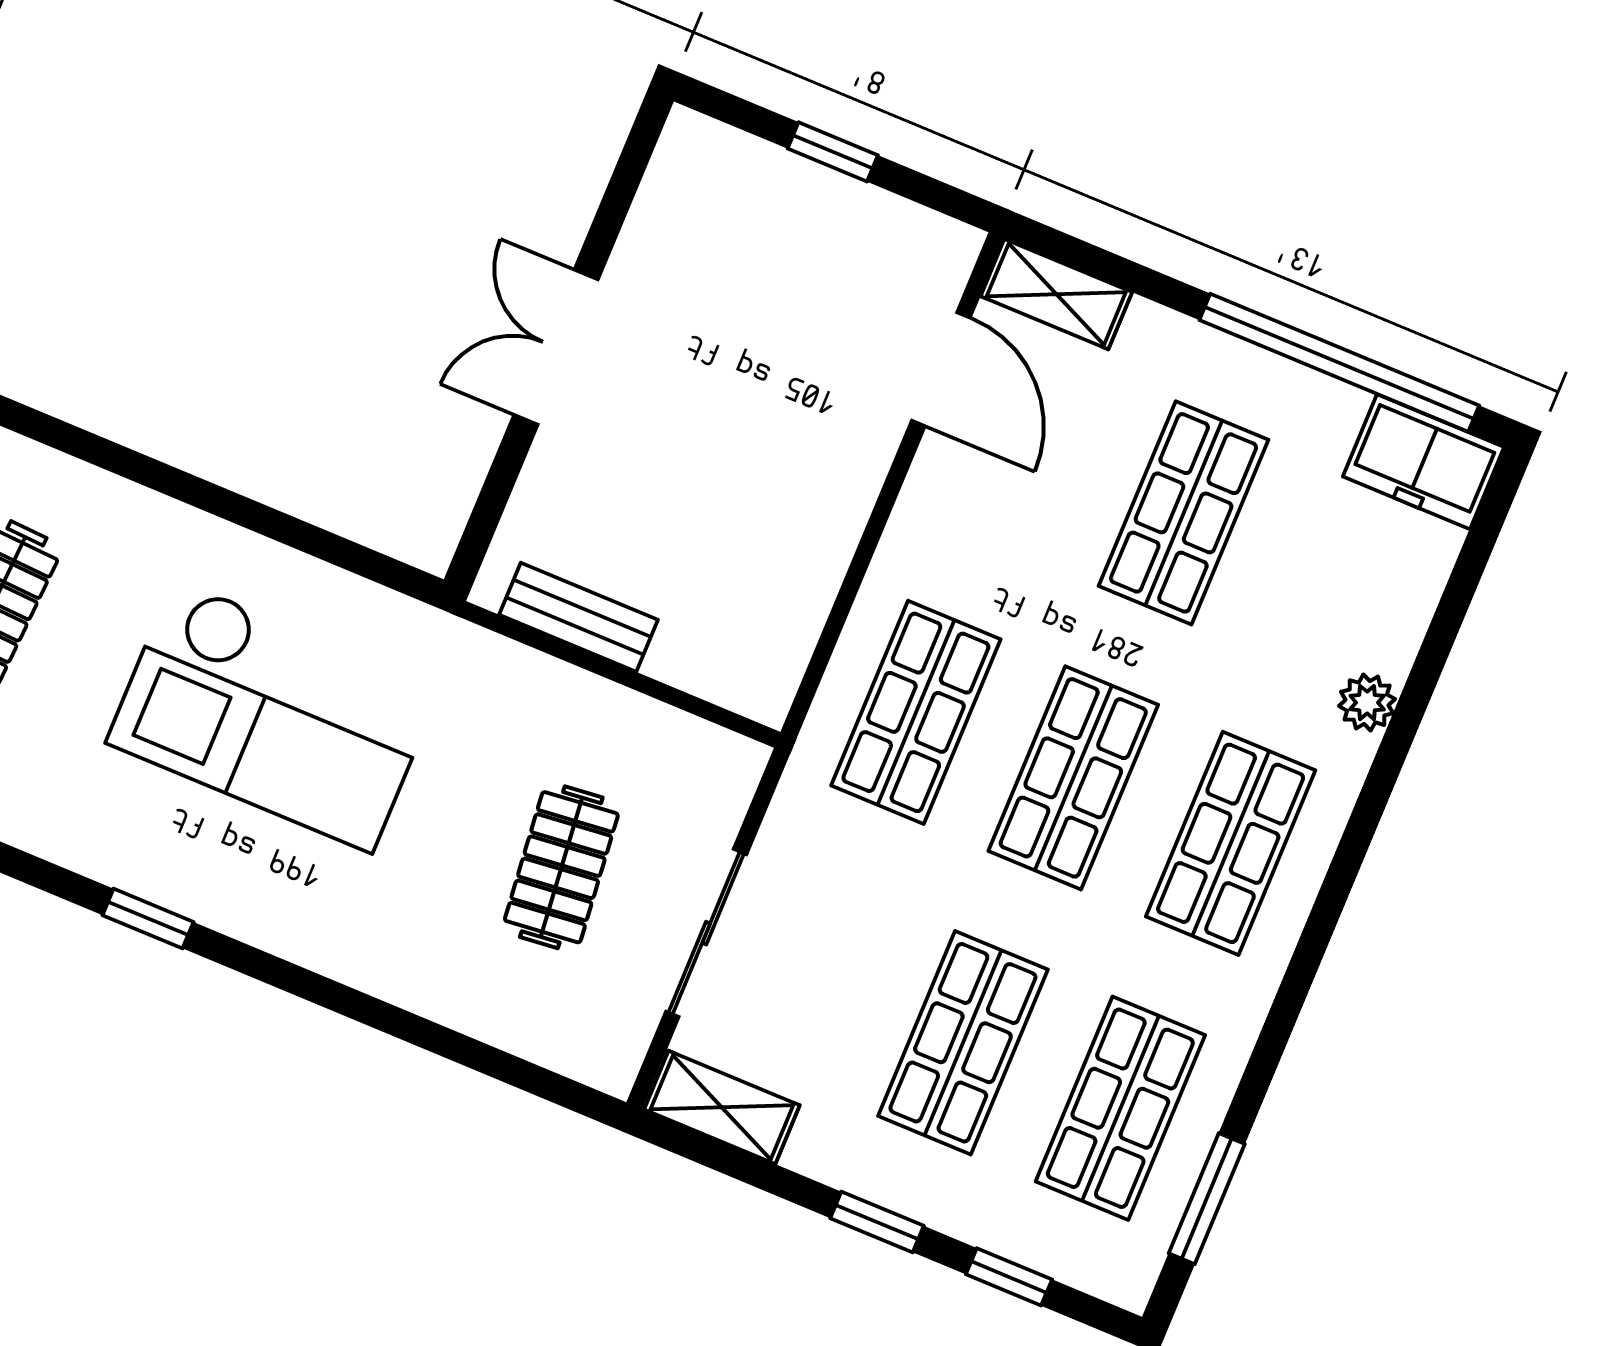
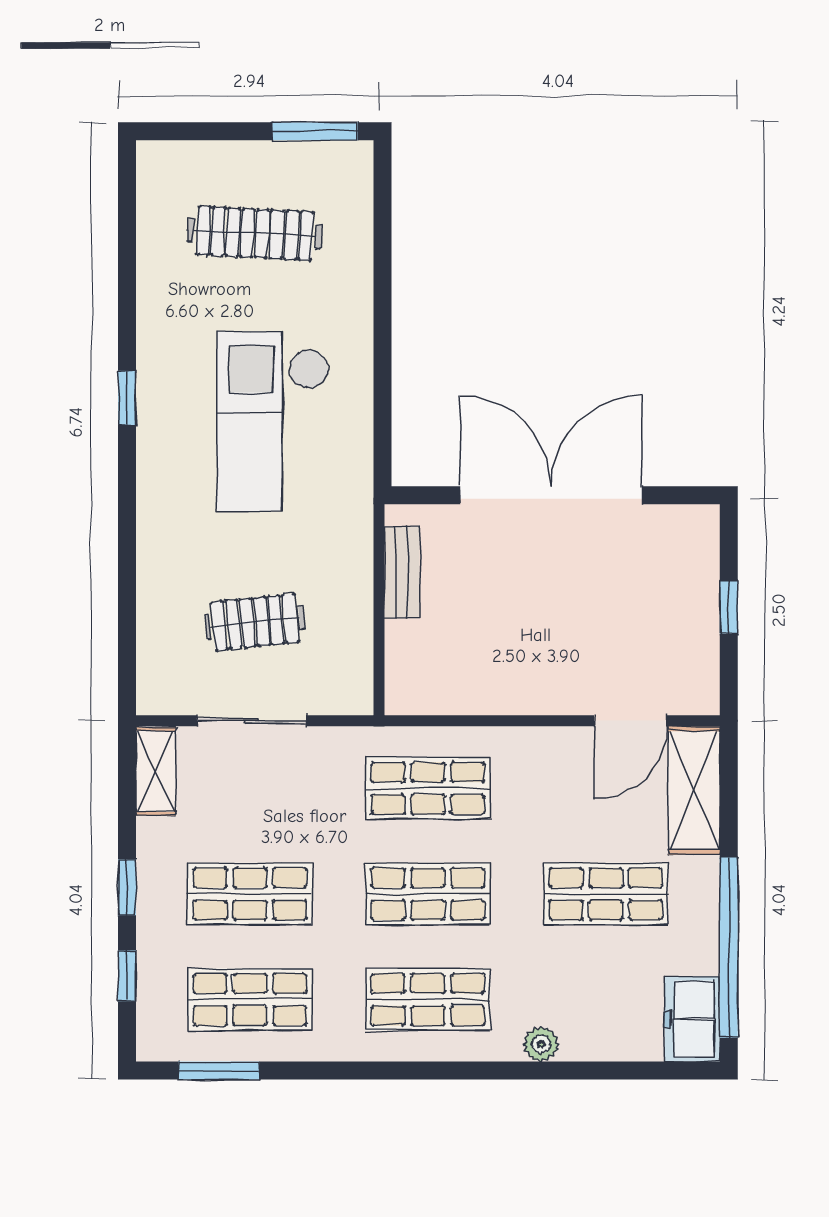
shelving: (1056, 294) -> (694, 790), width x1.50, depth x1.33
double door: (556, 347) -> (551, 495), width x1.87

